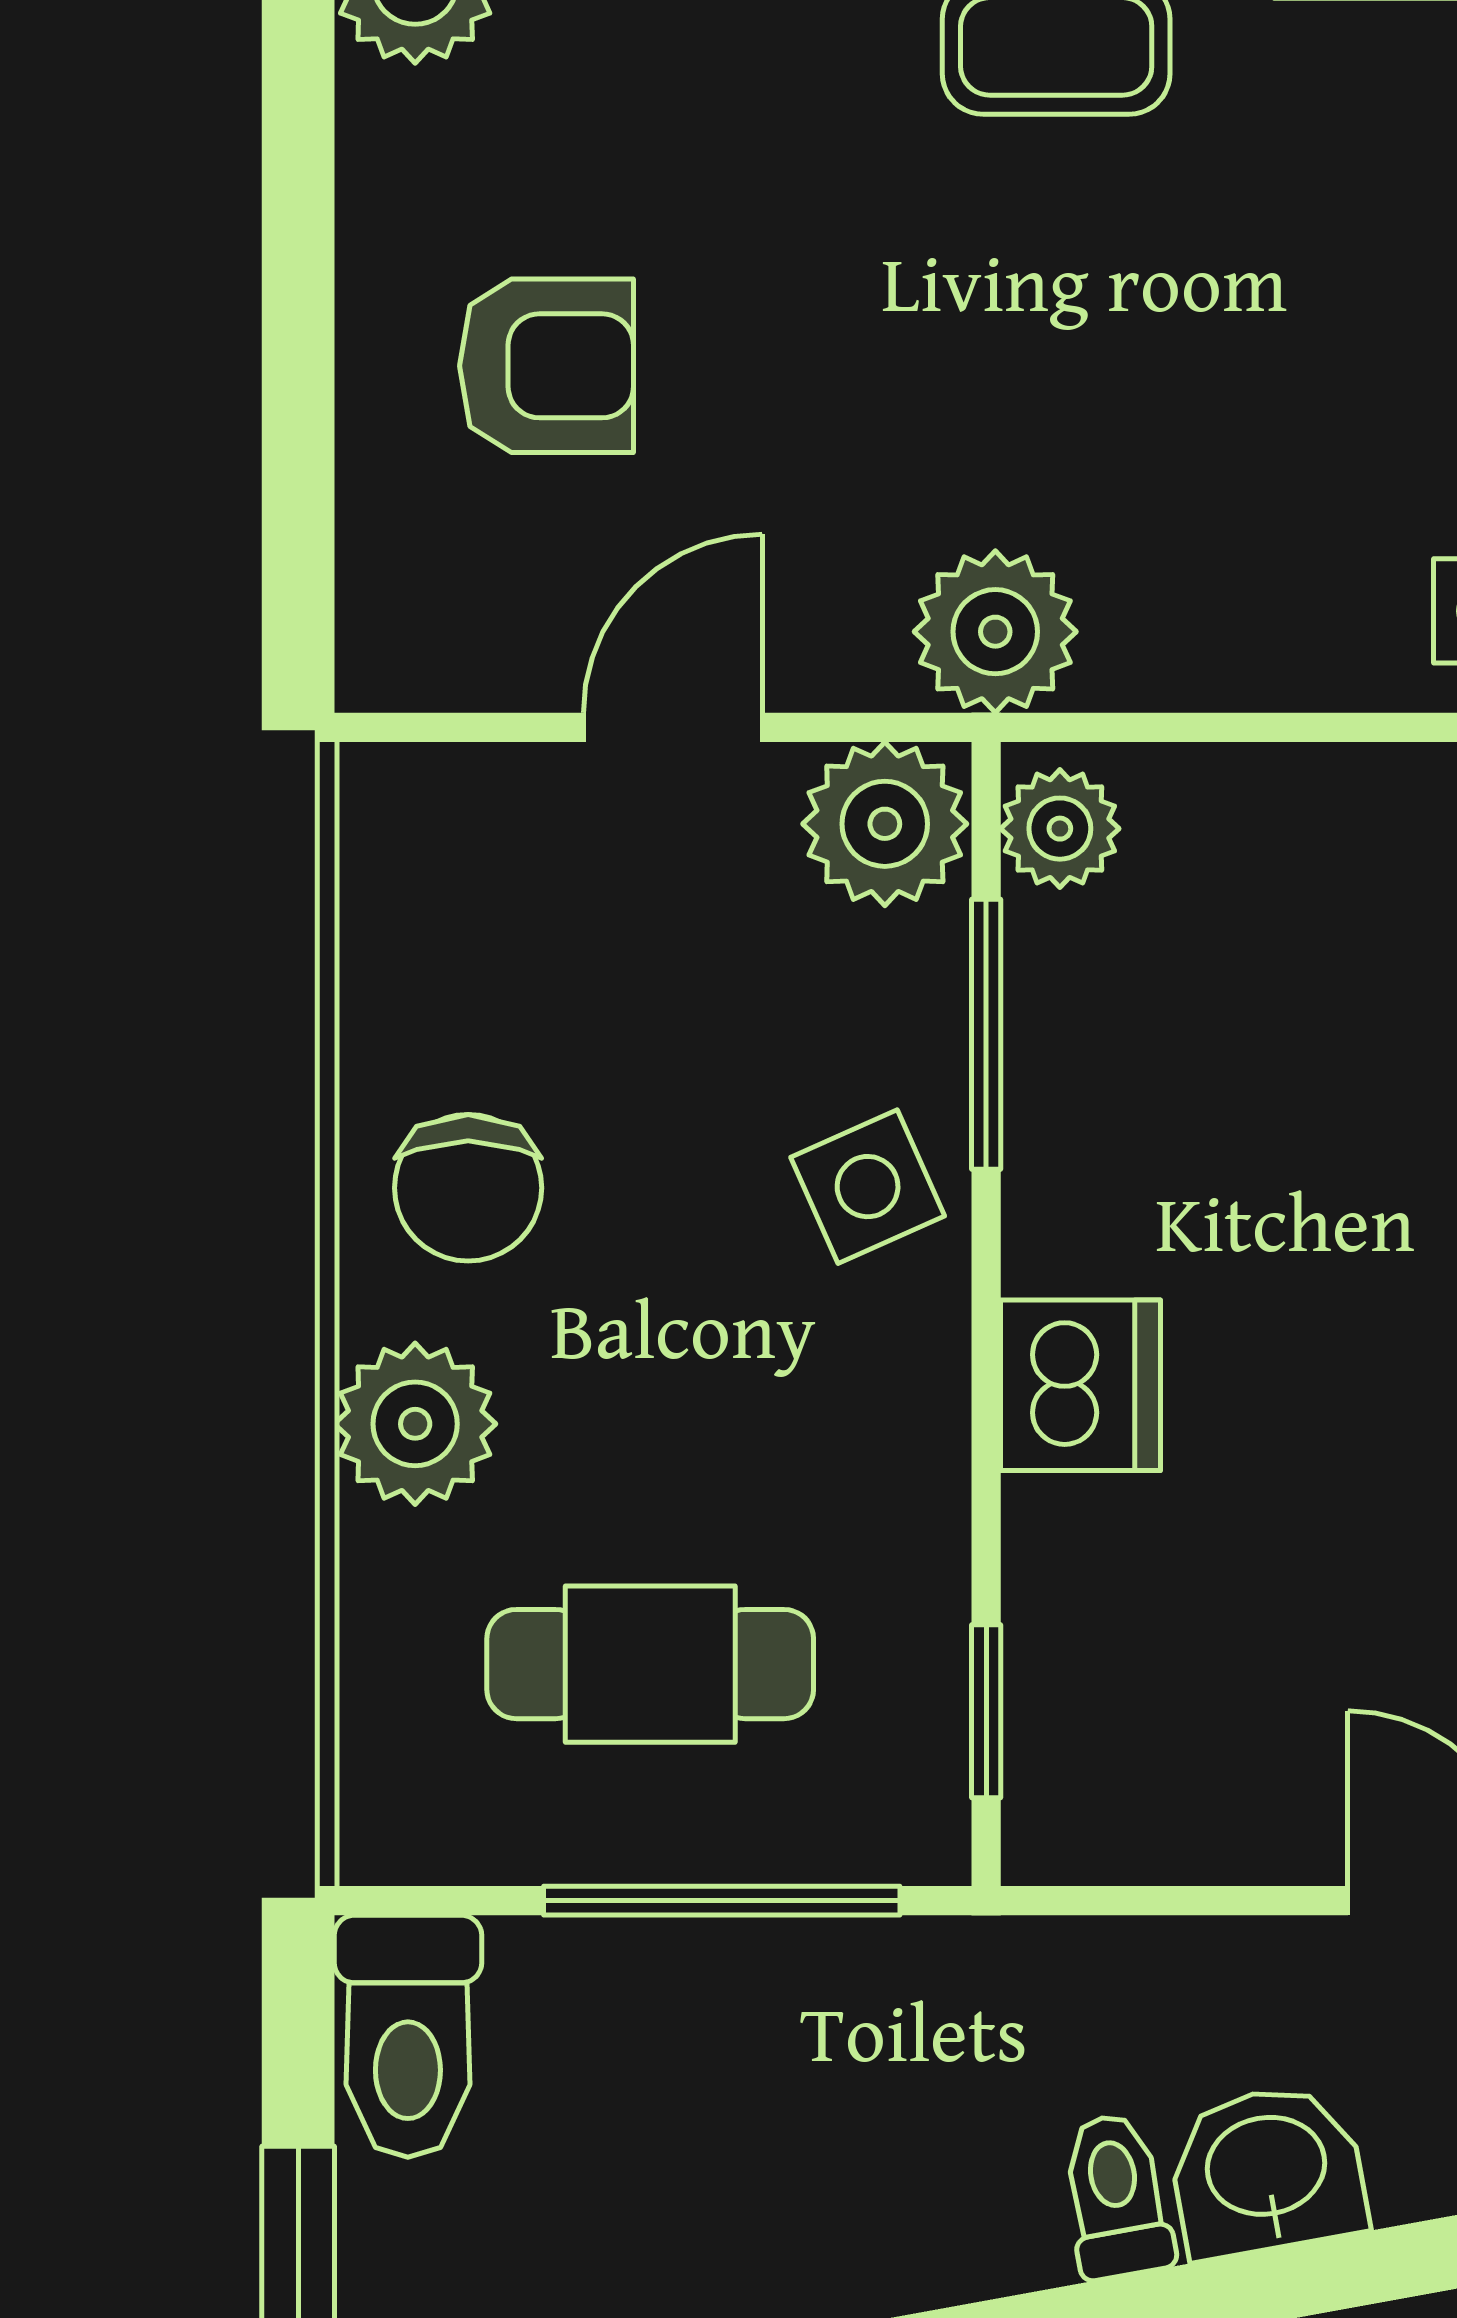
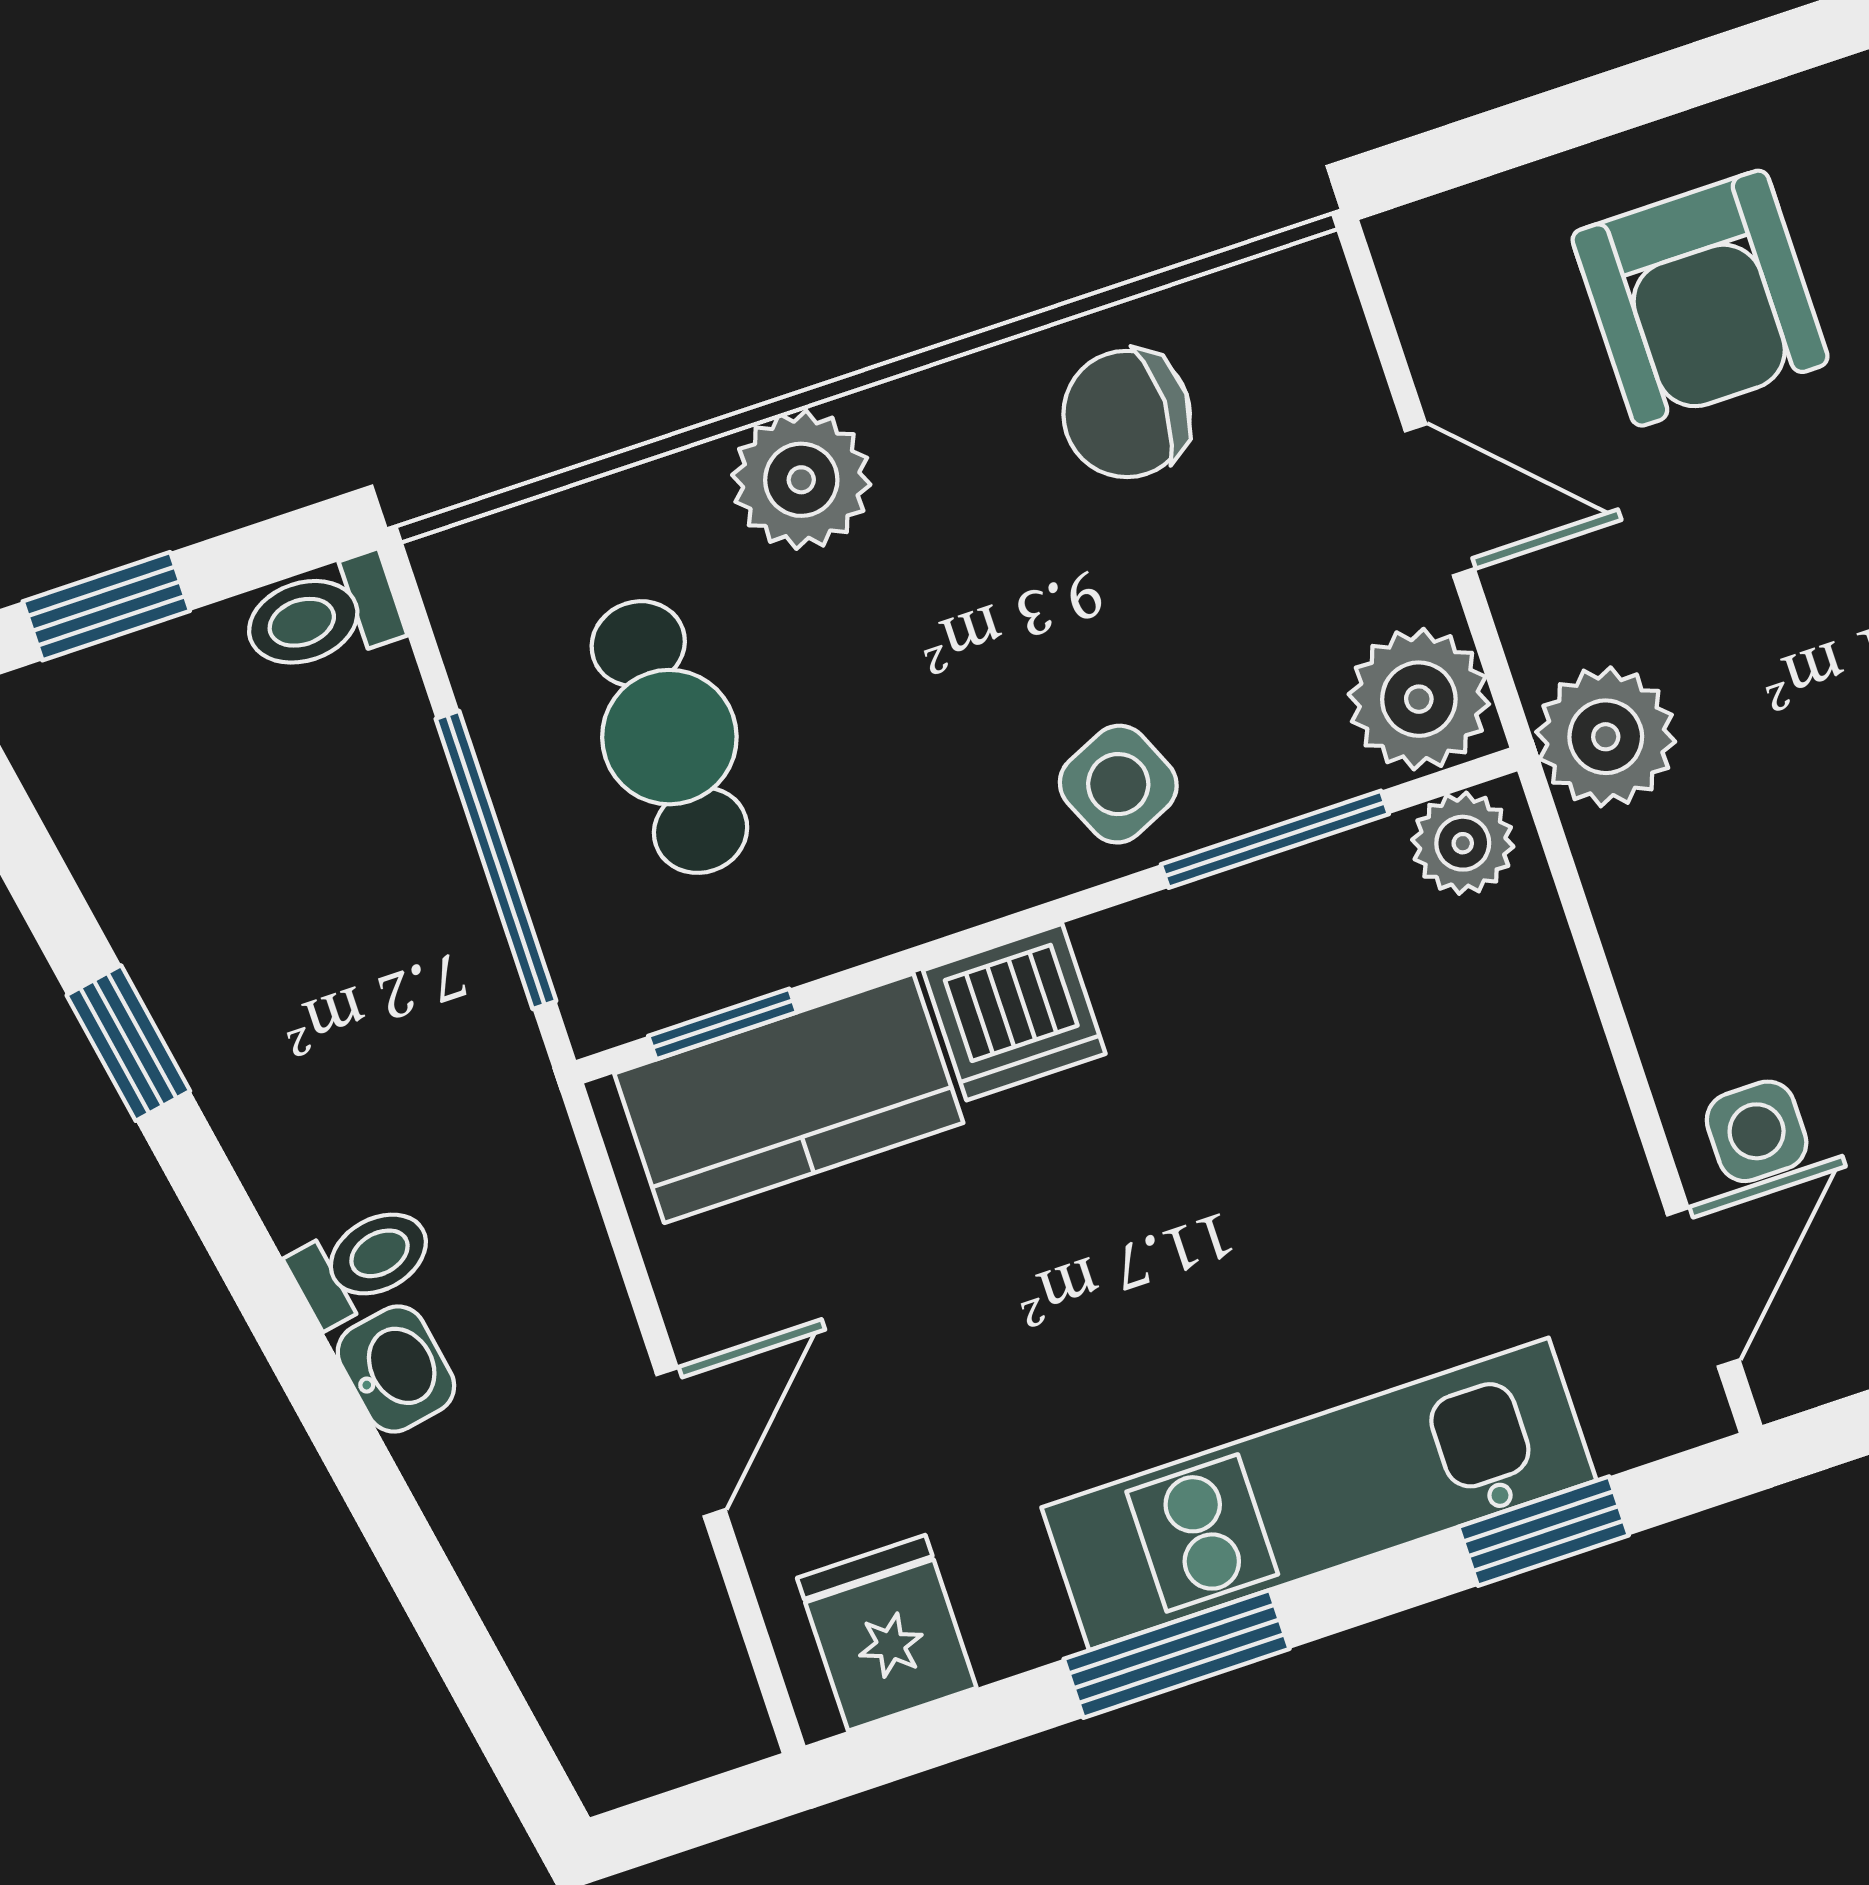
armchair: (546, 366) -> (1700, 298), width x1.38, depth x1.38
chair: (468, 1188) -> (1127, 414), moved
kitchen counter: (1092, 1666) -> (789, 1098), added
toilet: (408, 2036) -> (322, 616), width x0.73, depth x0.72
washbasin: (1267, 2170) -> (396, 1369), width x0.72, depth x0.69

